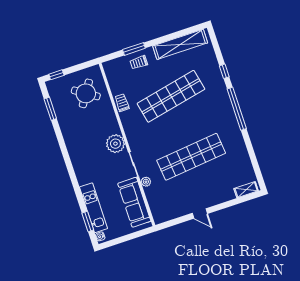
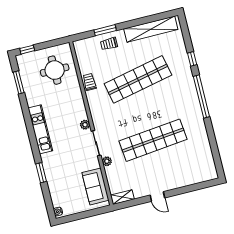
round table: (86, 93) -> (55, 70), turned -33
plant: (115, 144) -> (85, 125), width x0.53, depth x0.53
shelving: (246, 190) -> (122, 197), moved
sofa: (134, 202) -> (95, 186), width x0.73
kitchen unit: (94, 208) -> (40, 129), moved
window: (88, 221) -> (41, 173), moved

